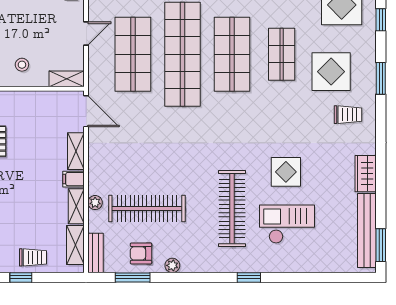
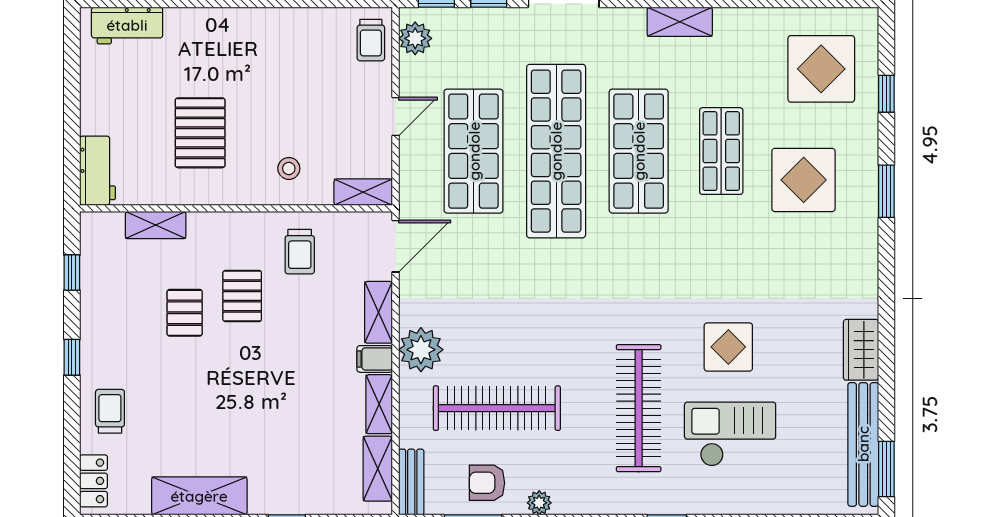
door: (86, 111) -> (396, 246), hinge flipped
trolley: (348, 115) -> (832, 252), removed
plant: (95, 203) -> (421, 350), moved, width x1.87, depth x1.87
trolley: (33, 257) -> (300, 252), moved, turned 90

